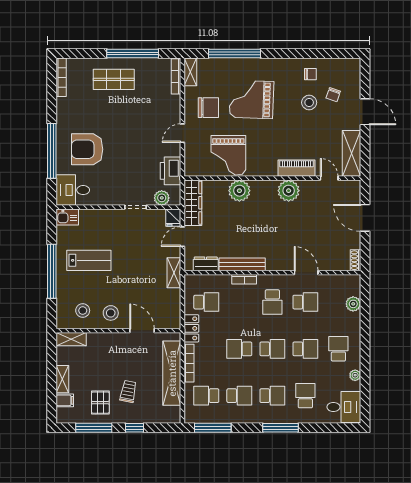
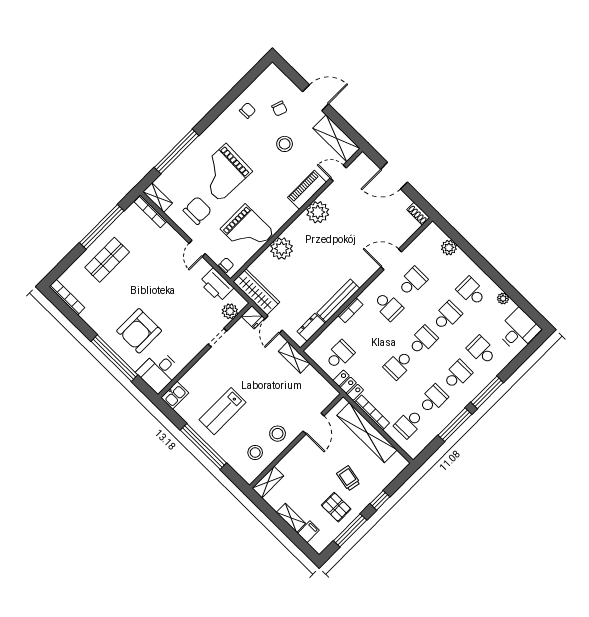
stool: (309, 103) -> (285, 144), moved
chair: (191, 164) -> (226, 265), added
lab bench: (89, 260) -> (223, 411), turned 180
door: (142, 331) -> (314, 423), swing flipped
window: (213, 428) -> (455, 425), moved

